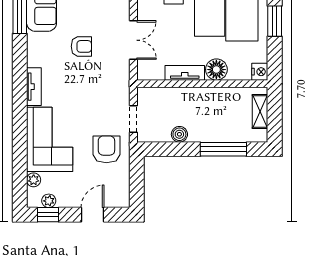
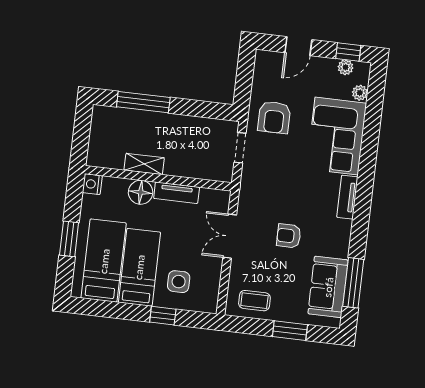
shelving: (260, 111) -> (144, 164), moved, turned 90
boiler: (179, 134) -> (191, 125), removed

